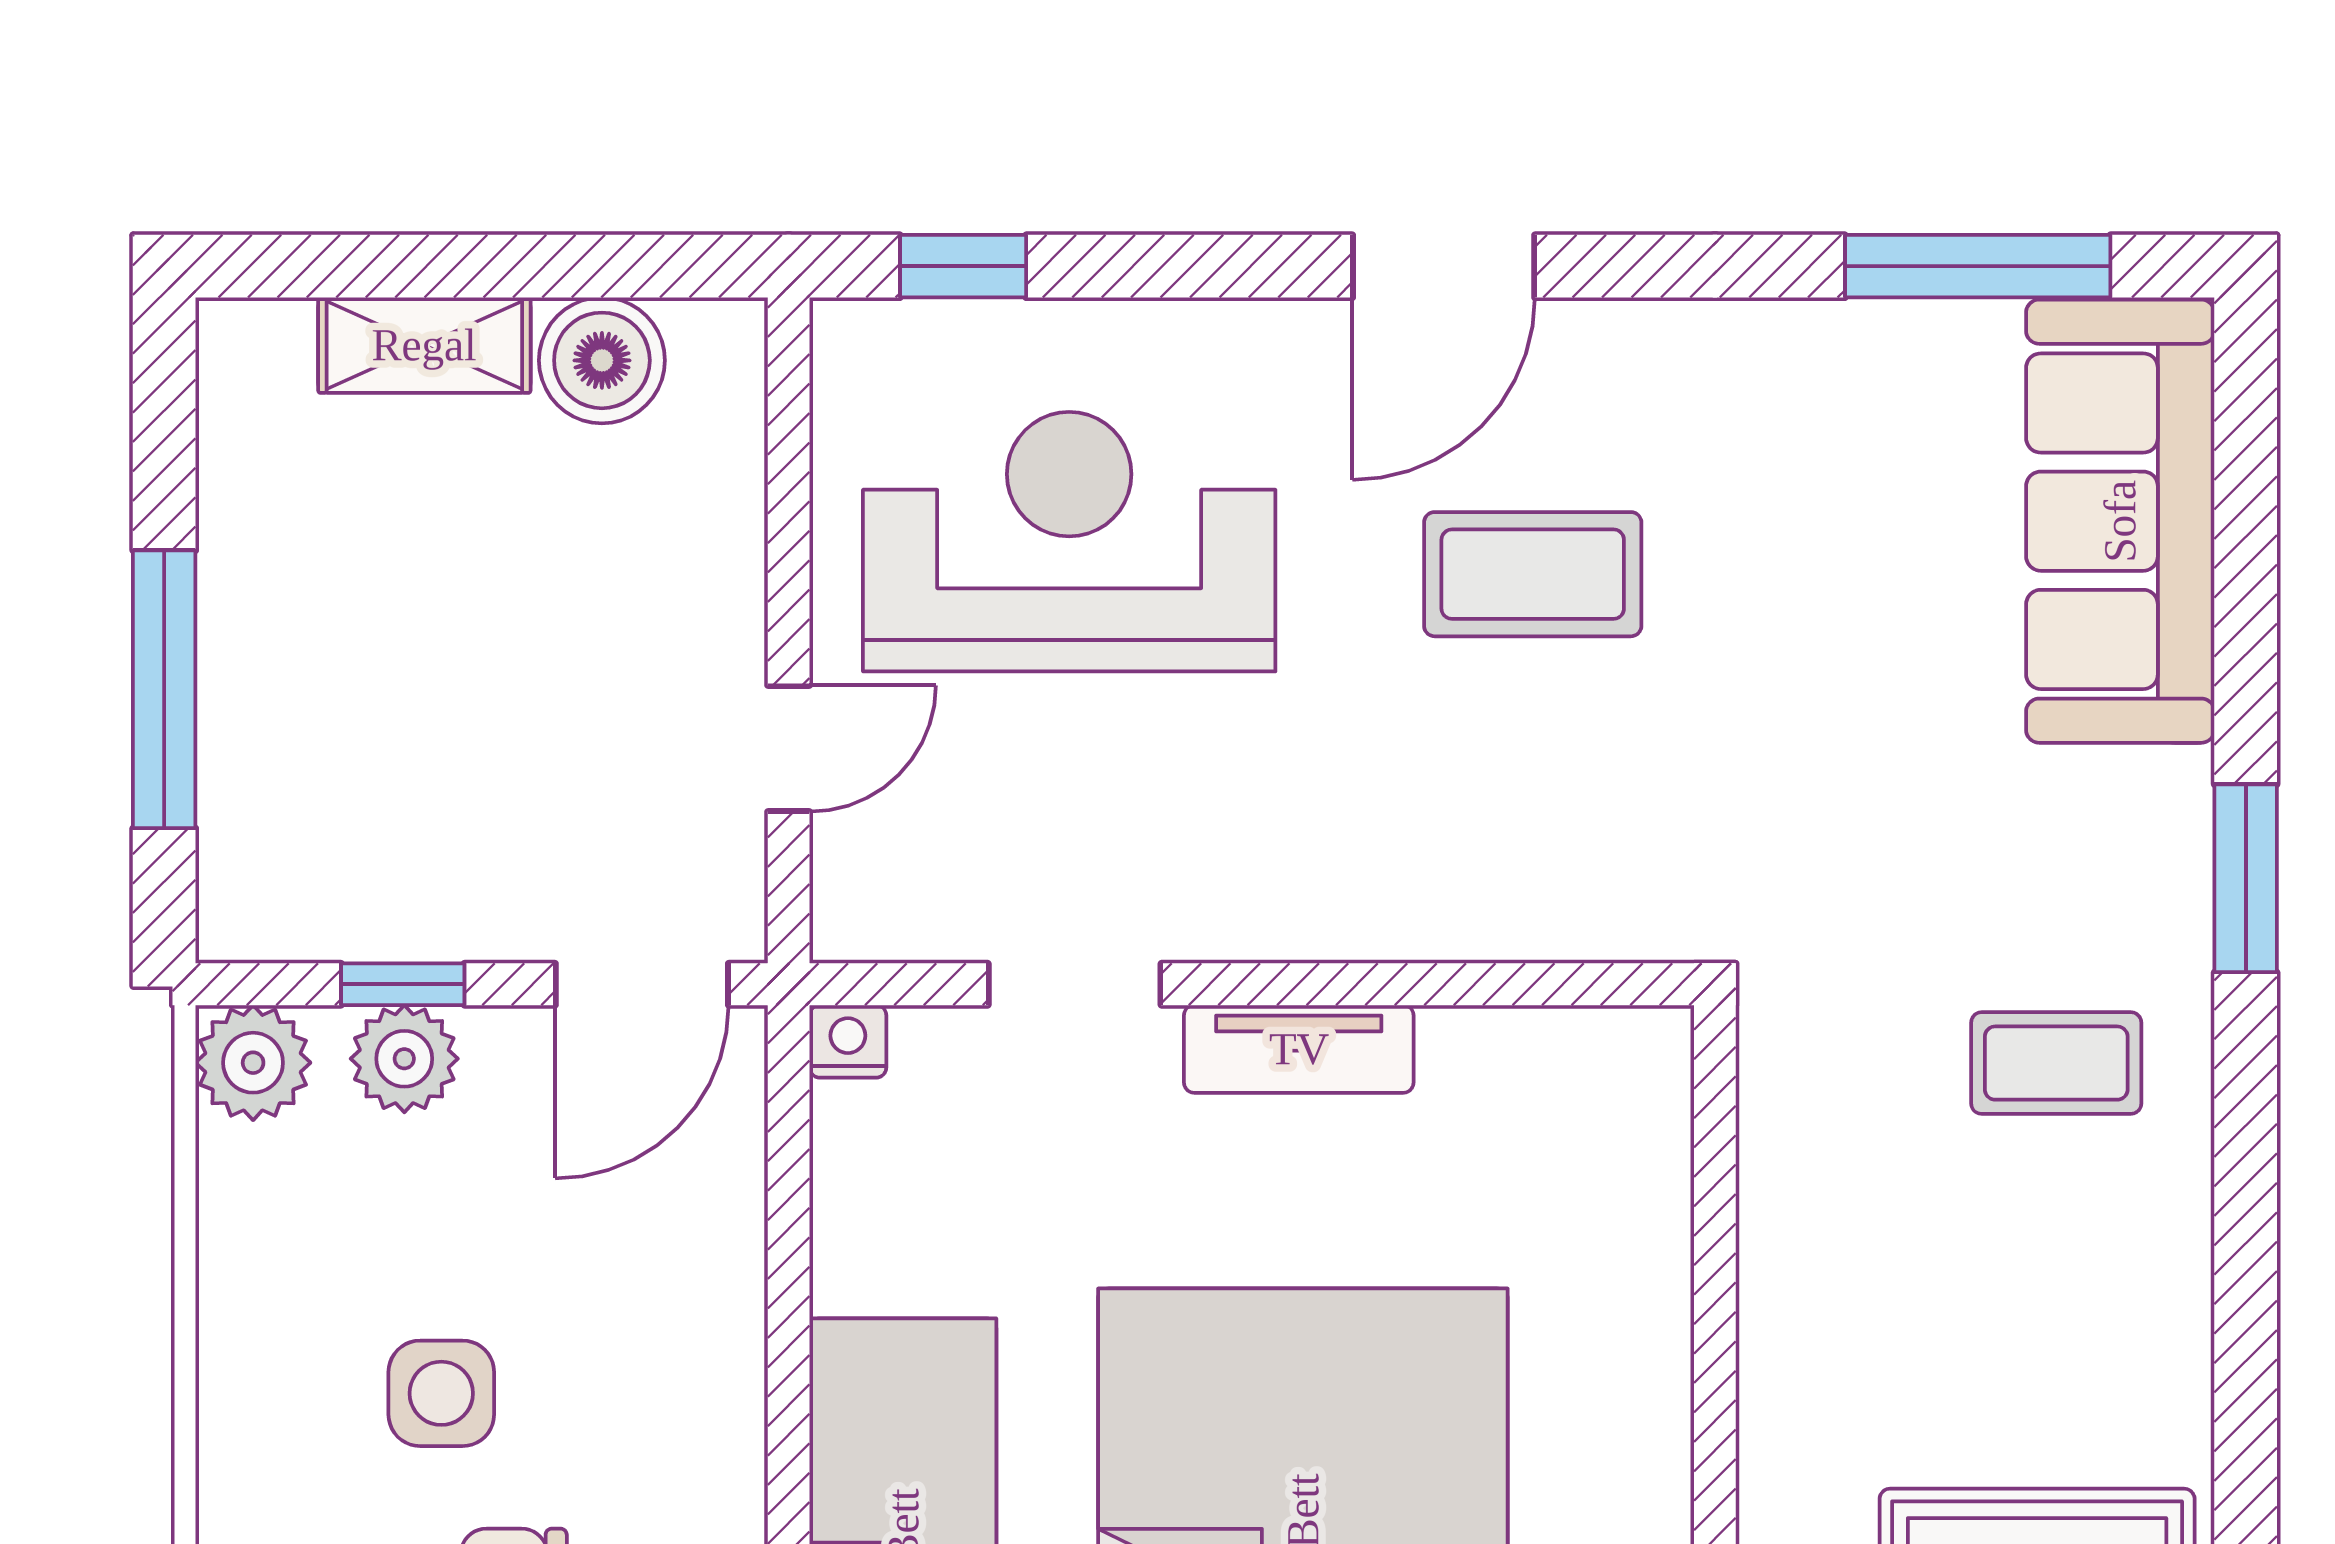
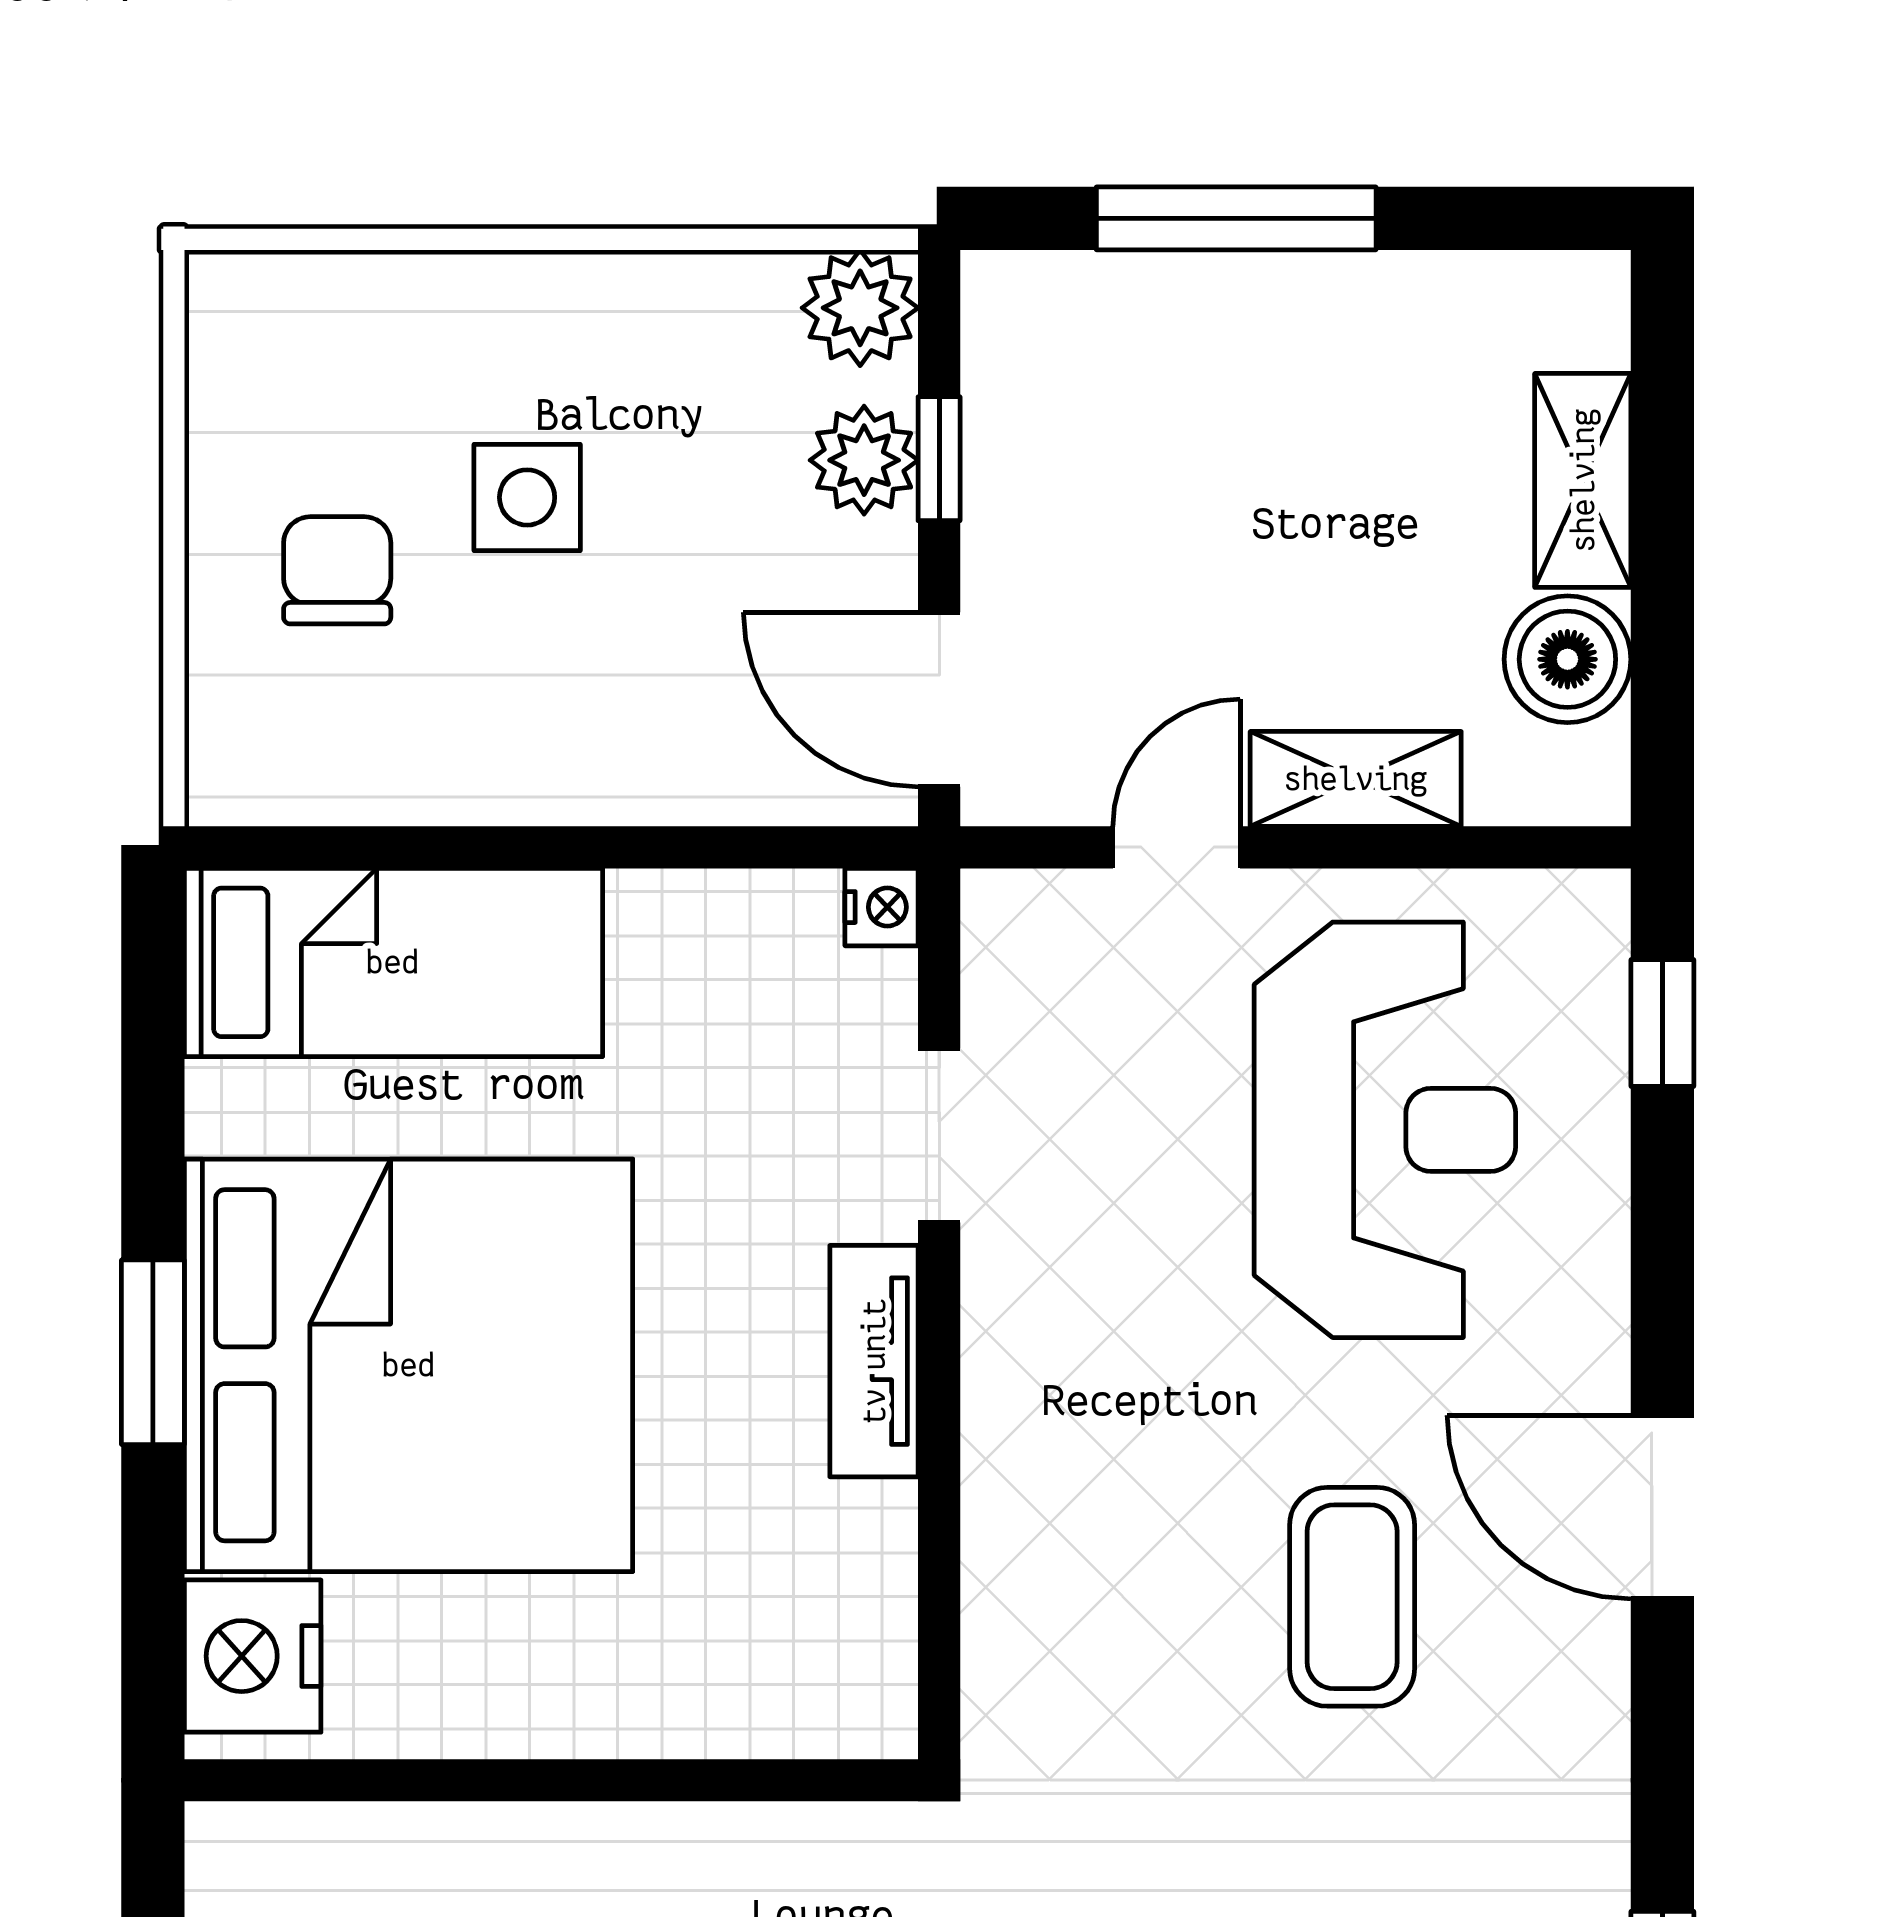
shelving: (721, 571) -> (1356, 779), added
door: (789, 748) -> (1177, 847), swing flipped

